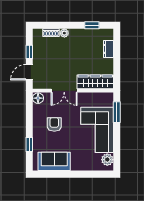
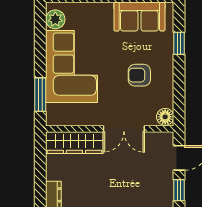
double door: (64, 91) -> (124, 129), swing flipped
armchair: (54, 124) -> (139, 75), turned 90

